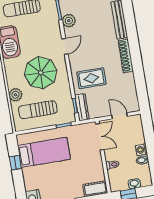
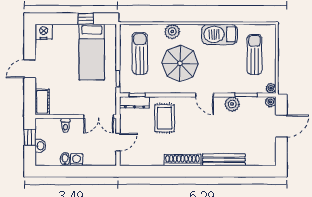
plant: (16, 95) -> (172, 32), moved

